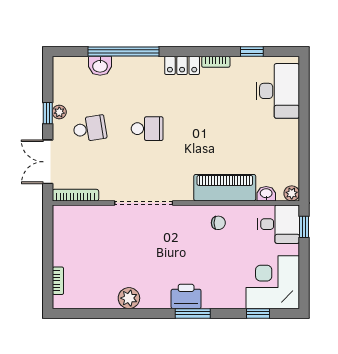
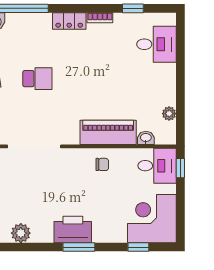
desk: (278, 91) -> (156, 44), width x0.73
plant: (292, 193) -> (169, 114), moved
printer: (186, 296) -> (73, 229), width x1.37, depth x1.19

